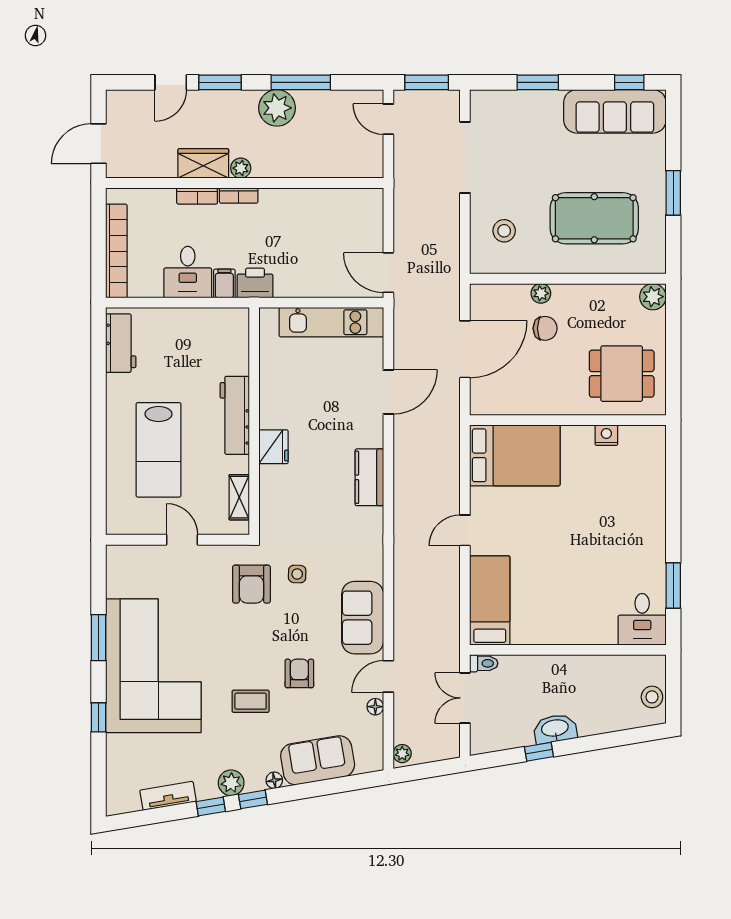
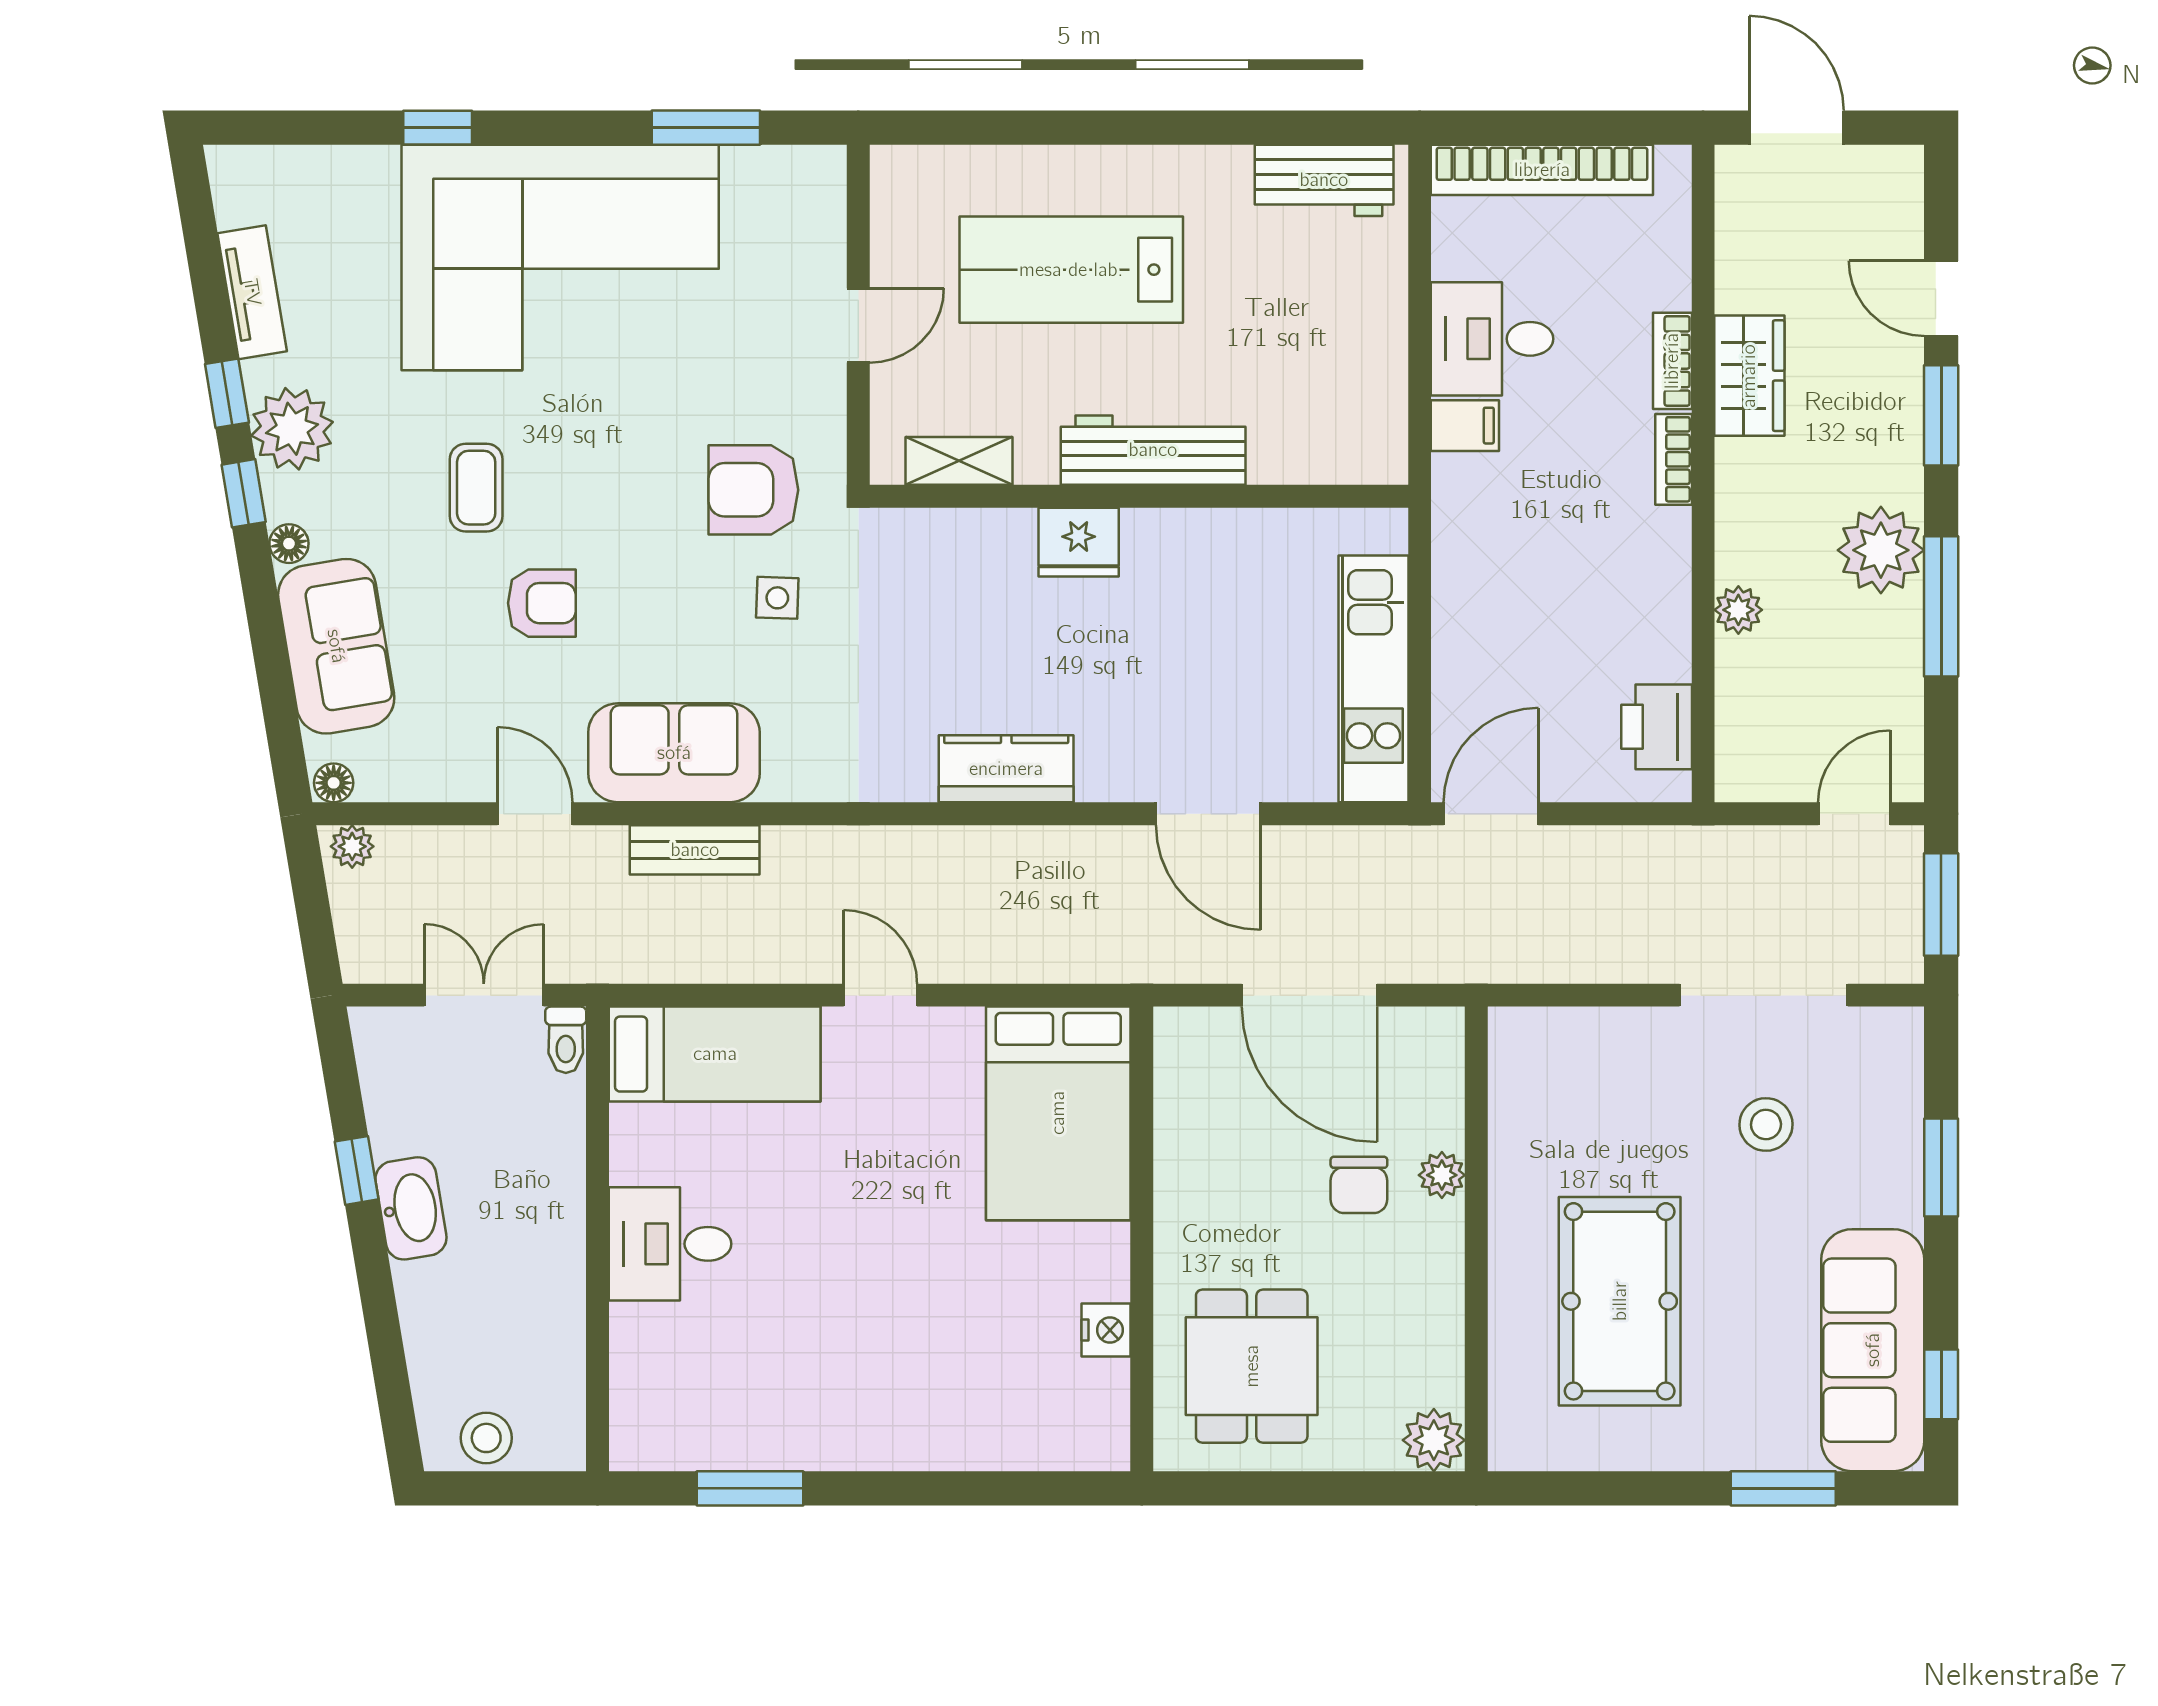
plant: (241, 168) -> (1738, 610), moved
window: (673, 193) -> (1783, 1488), moved
stool: (504, 231) -> (1766, 1124), moved
printer: (255, 283) -> (1657, 727), moved, turned 180
bench: (404, 609) -> (695, 850), added
desk: (642, 619) -> (670, 1244), moved
window: (99, 638) -> (706, 128), moved
floor lamp: (375, 707) -> (334, 783), moved
plant: (231, 783) -> (292, 429), width x1.36, depth x1.36

